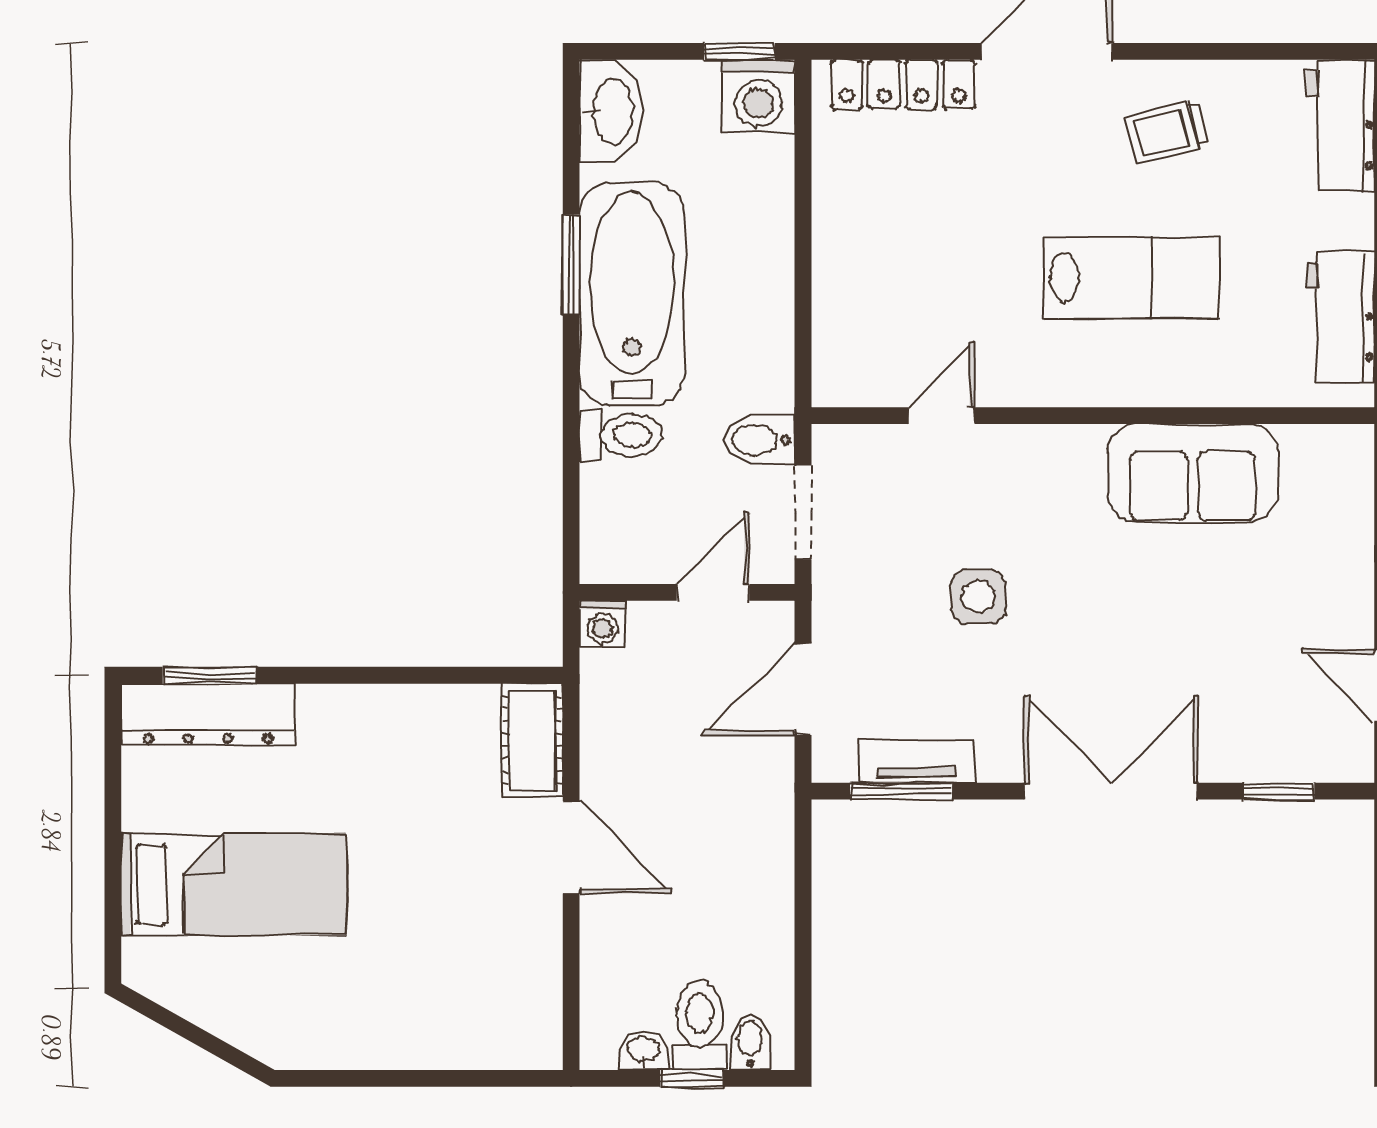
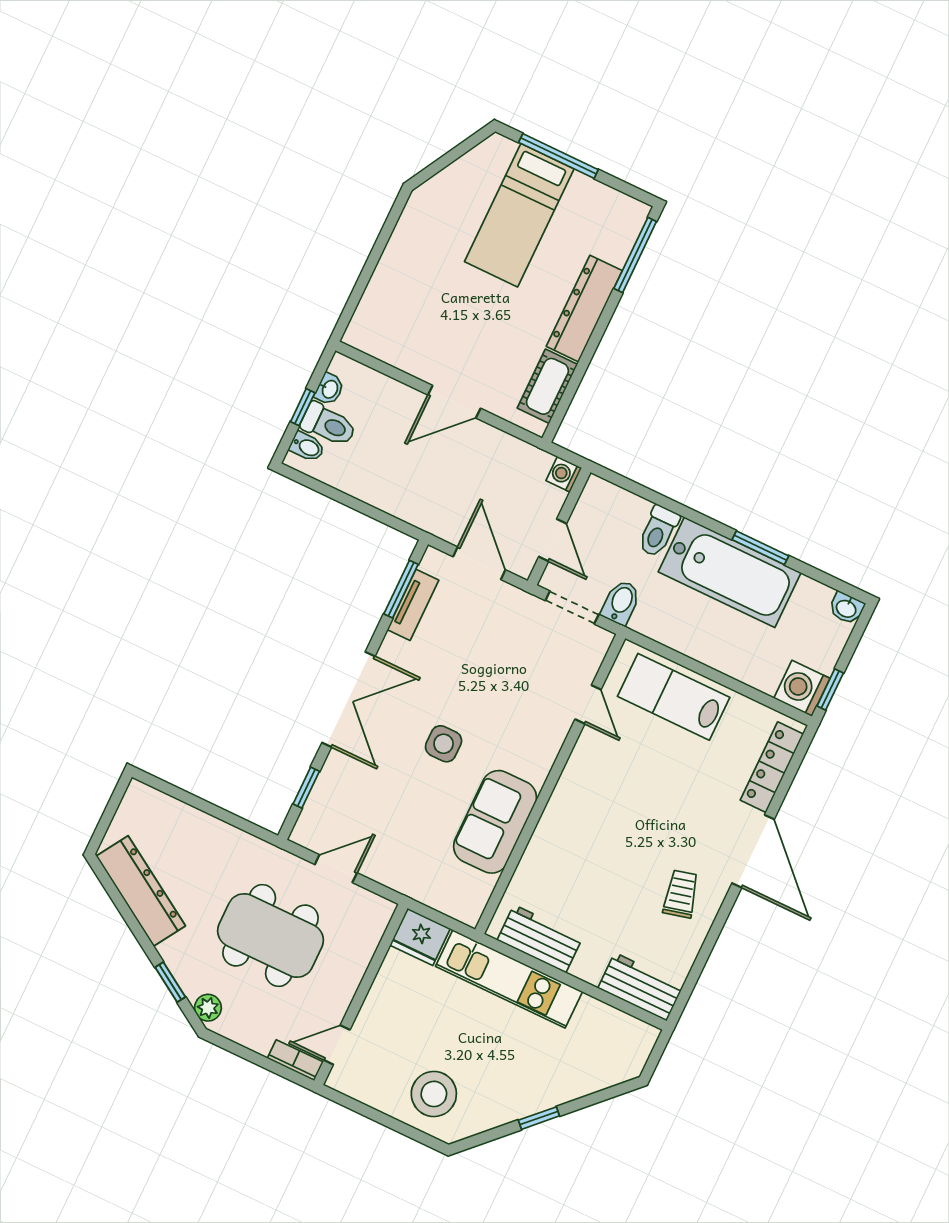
washbasin: (611, 111) -> (846, 608), width x0.52, depth x0.69
lab bench: (1131, 278) -> (674, 697), moved, turned 90
side table: (978, 597) -> (444, 744), moved
window: (210, 675) -> (635, 255), width x1.44
dresser: (208, 715) -> (584, 309), moved
cot: (532, 740) -> (547, 386), moved, turned 90
window: (113, 868) -> (558, 156), added

